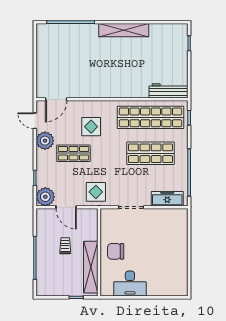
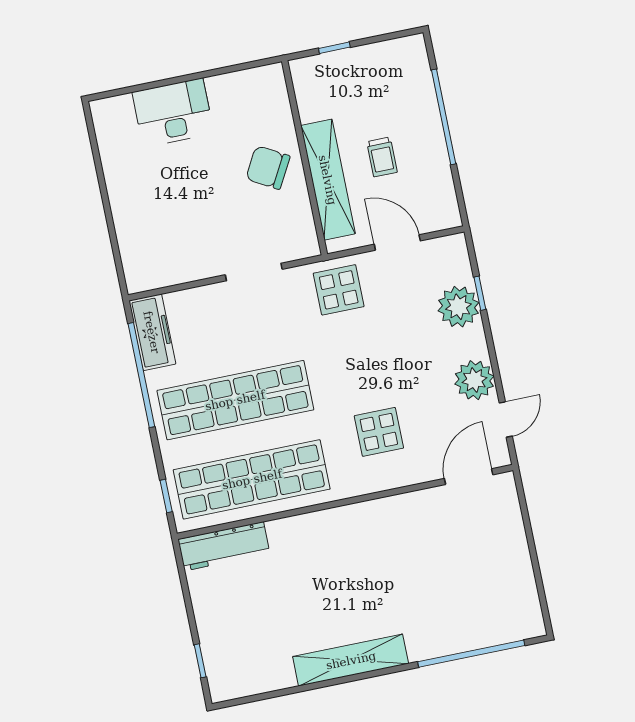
door: (35, 121) -> (506, 419), hinge flipped
shop shelf: (73, 153) -> (406, 365), removed
shop shelf: (151, 153) -> (235, 400), width x1.40
plant: (45, 197) -> (458, 307), moved
freezer: (167, 199) -> (152, 332), moved, turned -90
chair: (116, 251) -> (268, 168), turned -151
shelving: (91, 267) -> (328, 180), moved
desk: (130, 284) -> (173, 113), moved

